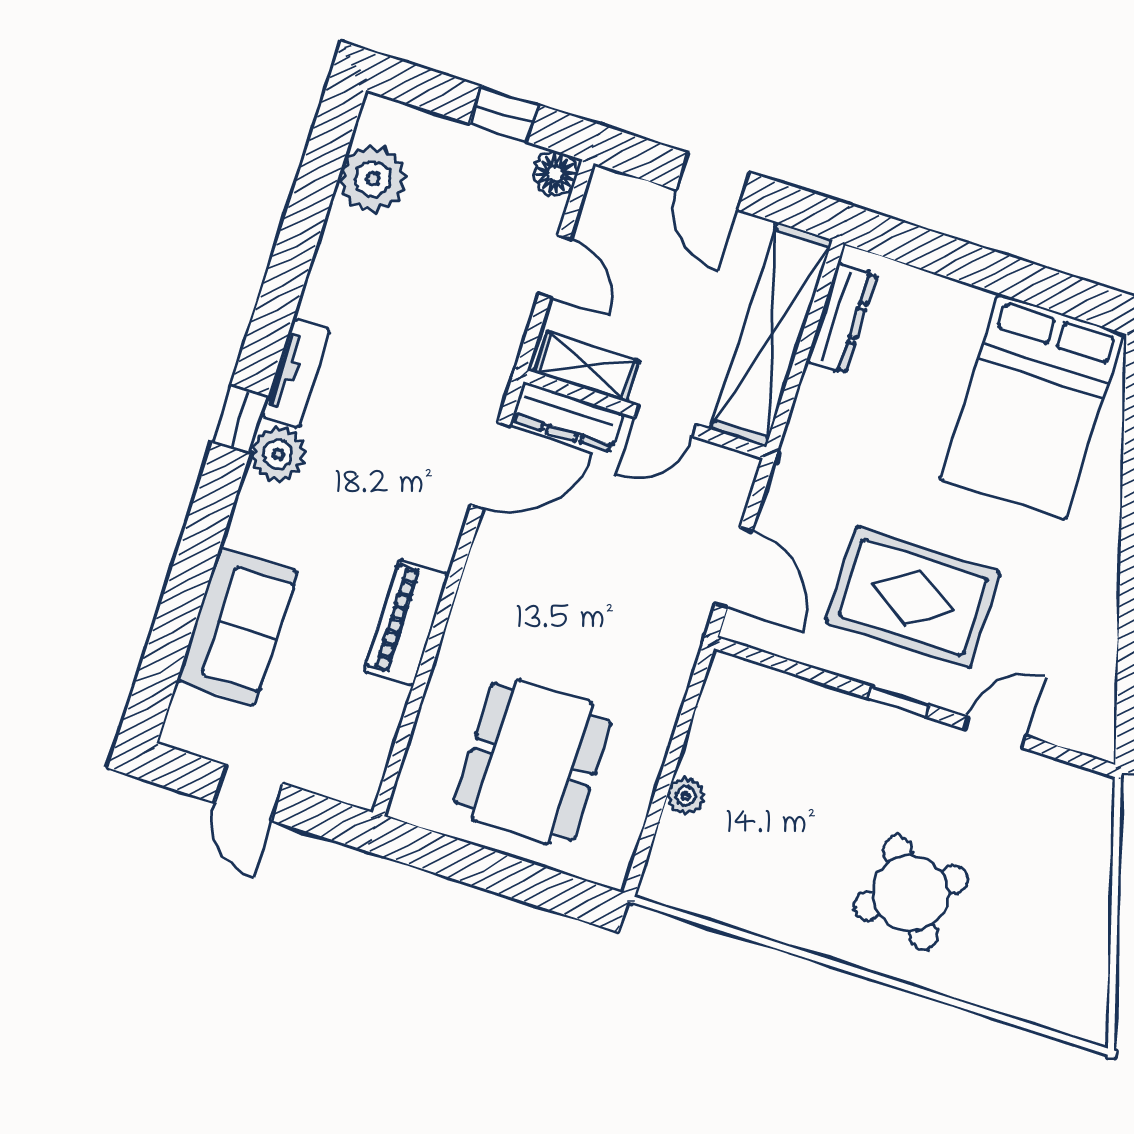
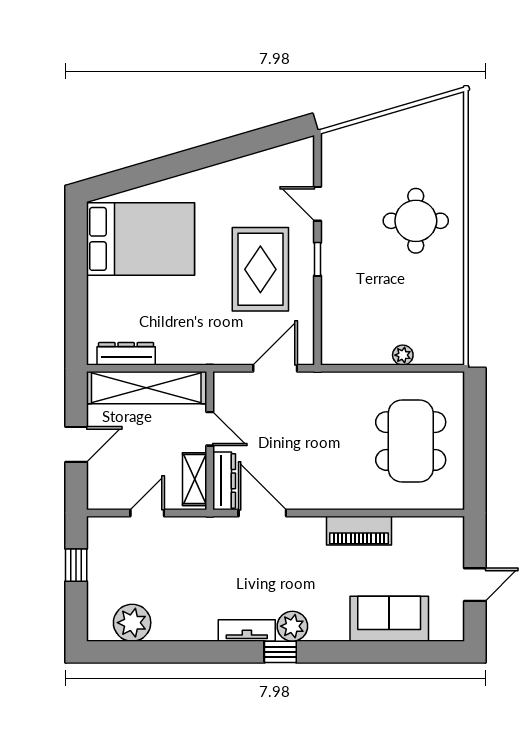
floor lamp: (555, 174) -> (99, 528), removed
dining table: (533, 762) -> (411, 441), turned 90
round table: (911, 893) -> (416, 221), turned 35

